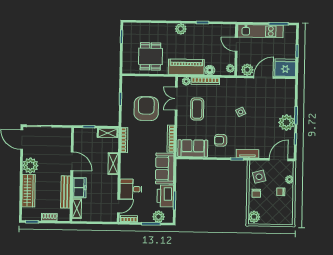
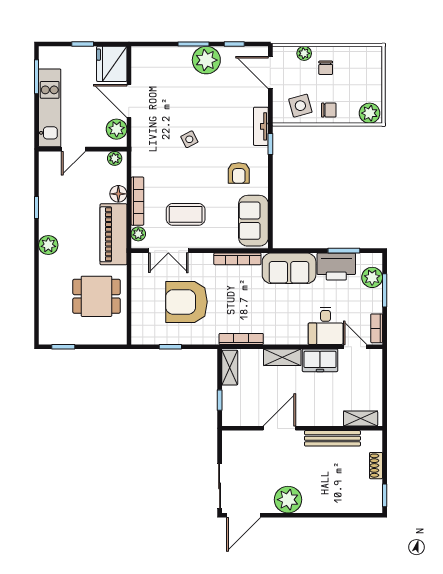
freezer: (79, 188) -> (320, 360), moved, turned 180
wardrobe: (28, 191) -> (331, 502), removed

